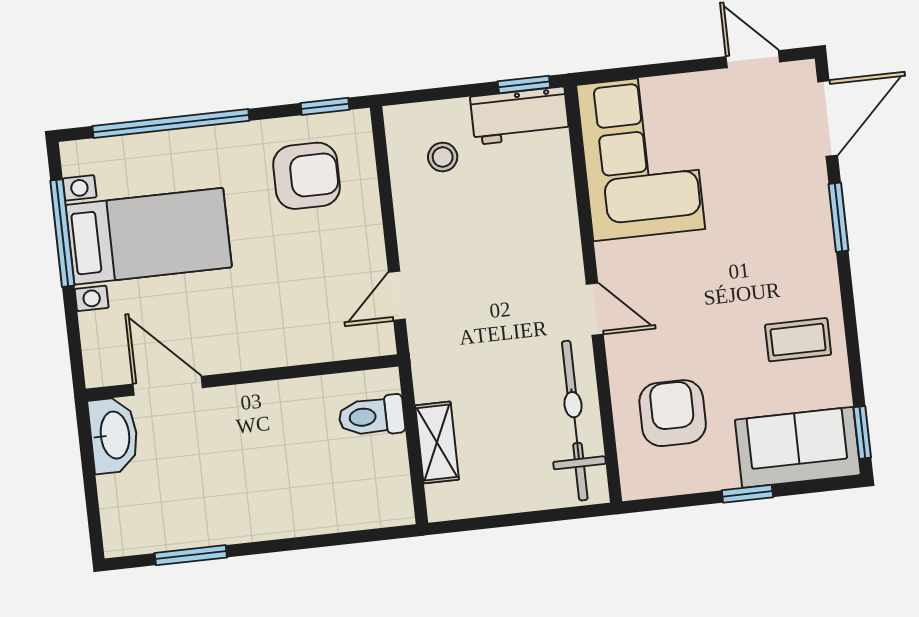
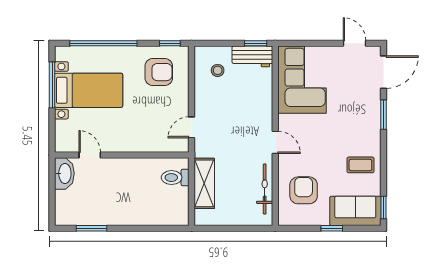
door: (168, 386) -> (90, 155), width x0.73
bicycle: (575, 421) -> (265, 189), width x0.73, depth x0.71
shelving: (437, 442) -> (204, 183), width x1.50, depth x1.33

